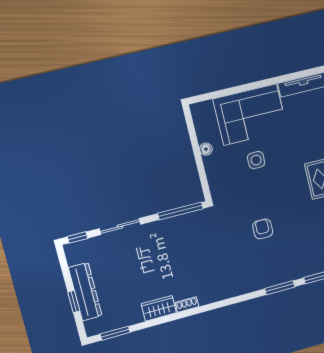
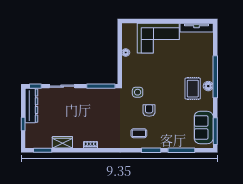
side table: (256, 160) -> (138, 92), moved
coffee table: (256, 267) -> (139, 133), added
dresser: (85, 292) -> (31, 106), moved
wardrobe: (159, 308) -> (62, 142), moved

